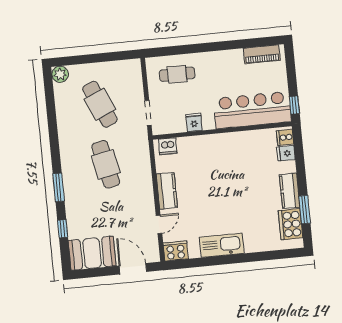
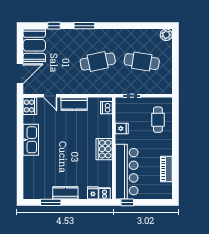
piano: (262, 54) -> (166, 169), moved
cafe table: (100, 104) -> (142, 62), turned 33
cooker: (291, 224) -> (104, 149), moved, turned -90

